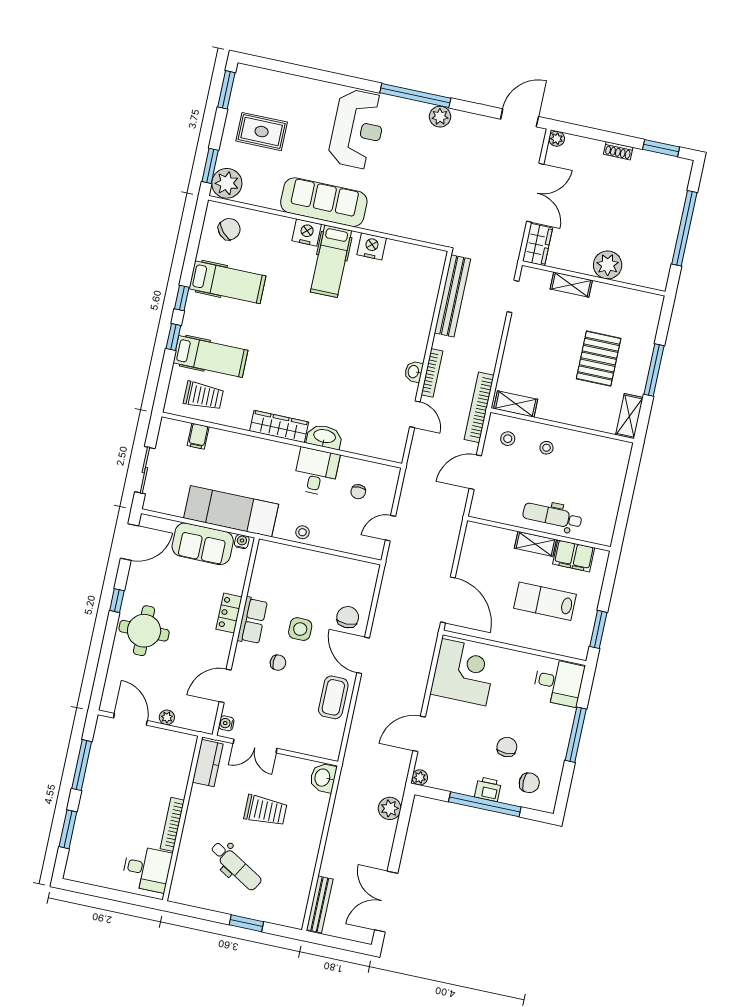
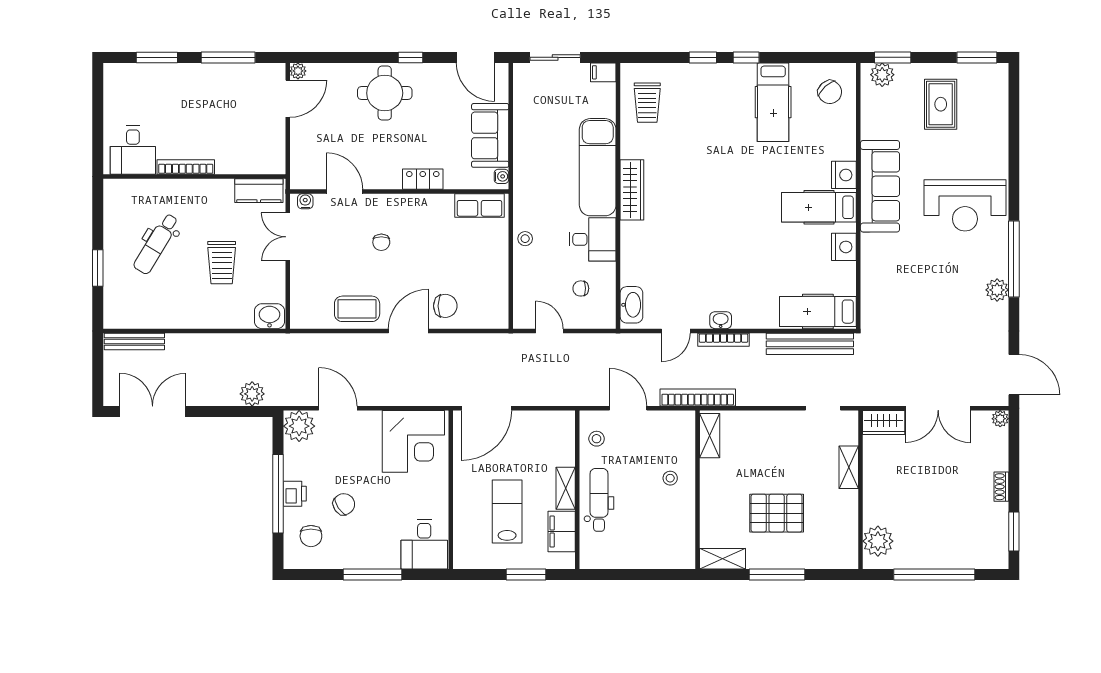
plant: (227, 183) -> (882, 75), width x0.73, depth x0.73
plant: (608, 265) -> (878, 541), moved
hospital bed: (210, 357) -> (818, 312), moved, turned 90
filing cabinet: (198, 436) -> (603, 72), moved
washbasin: (324, 437) -> (631, 305), moved
stool: (508, 439) -> (597, 439), moved
exam couch: (231, 511) -> (598, 167), moved, turned 180
row of seats: (252, 621) -> (479, 205), moved
side table: (300, 629) -> (422, 258), removed
window: (598, 629) -> (526, 574), moved
plant: (167, 717) -> (298, 71), moved
chair: (507, 747) -> (344, 504), turned -34
plant: (420, 777) -> (299, 426), width x1.88, depth x1.88

